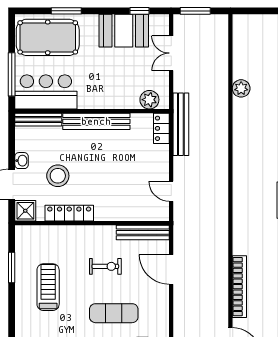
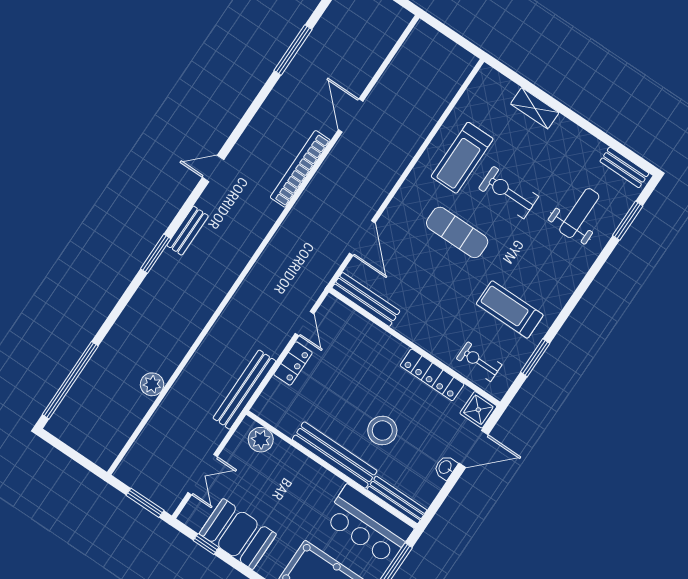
locker: (161, 128) -> (293, 363), moved
stool: (58, 176) -> (382, 431), moved
exercise bike: (105, 266) -> (479, 362), moved
treadmill: (48, 287) -> (510, 309), turned 90

